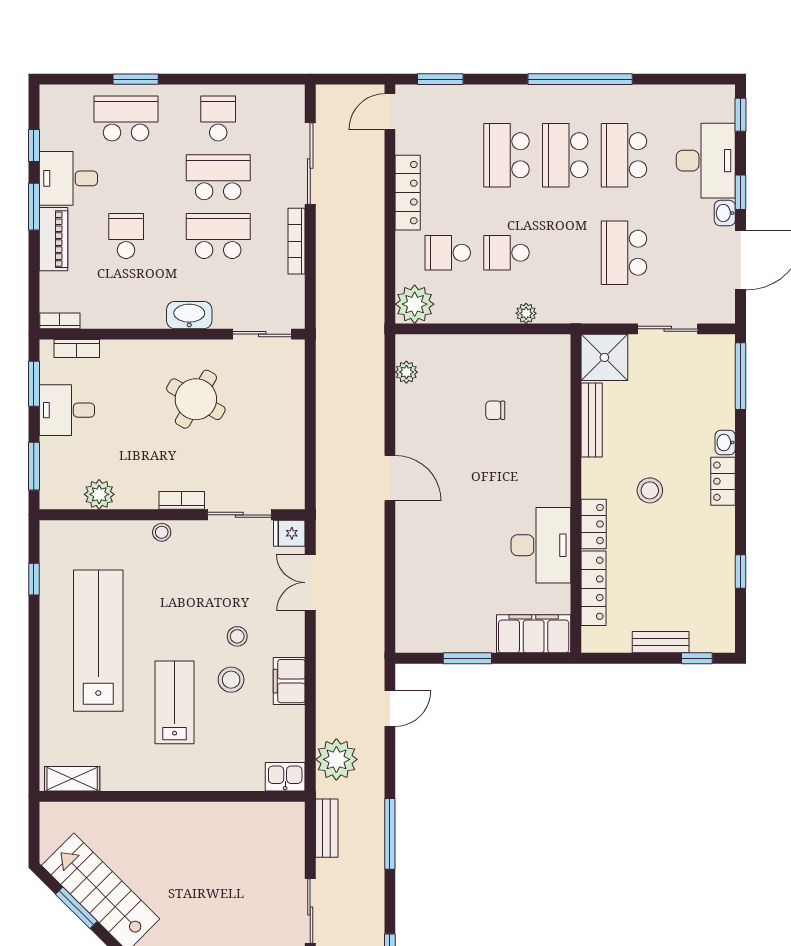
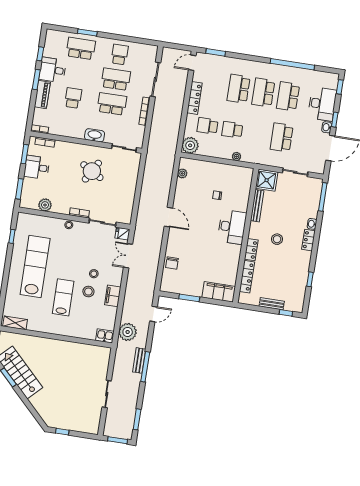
window: (580, 79) -> (292, 64), moved
desk: (541, 545) -> (232, 227), moved
chair: (415, 583) -> (172, 263), added
bench: (327, 828) -> (139, 360), moved

